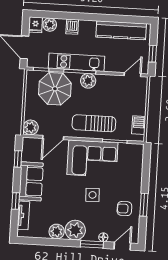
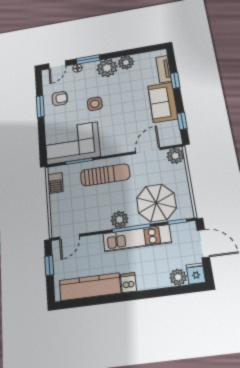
dishwasher: (72, 27) -> (128, 283), moved
corner sofa: (92, 159) -> (72, 143), moved

